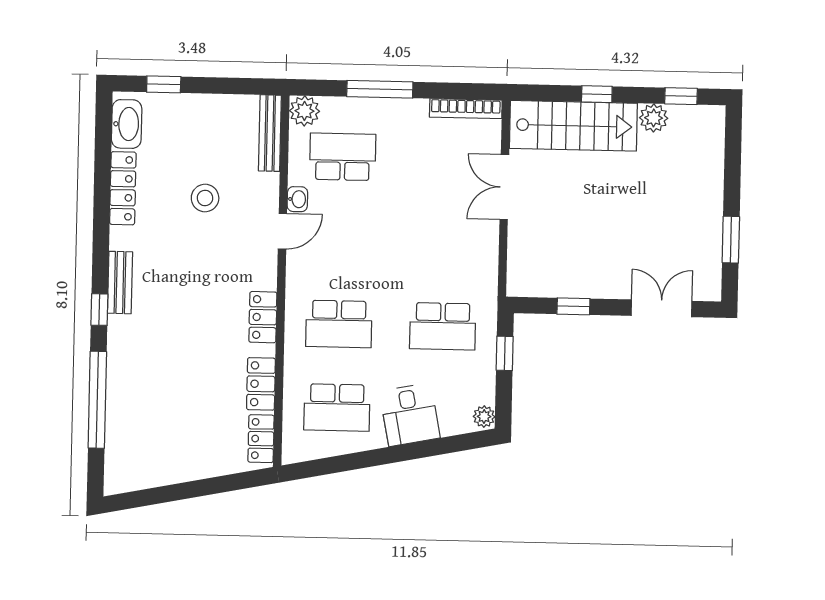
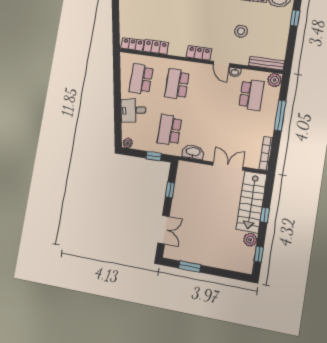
washbasin: (484, 267) -> (193, 152), added
locker: (263, 317) -> (199, 53), moved

